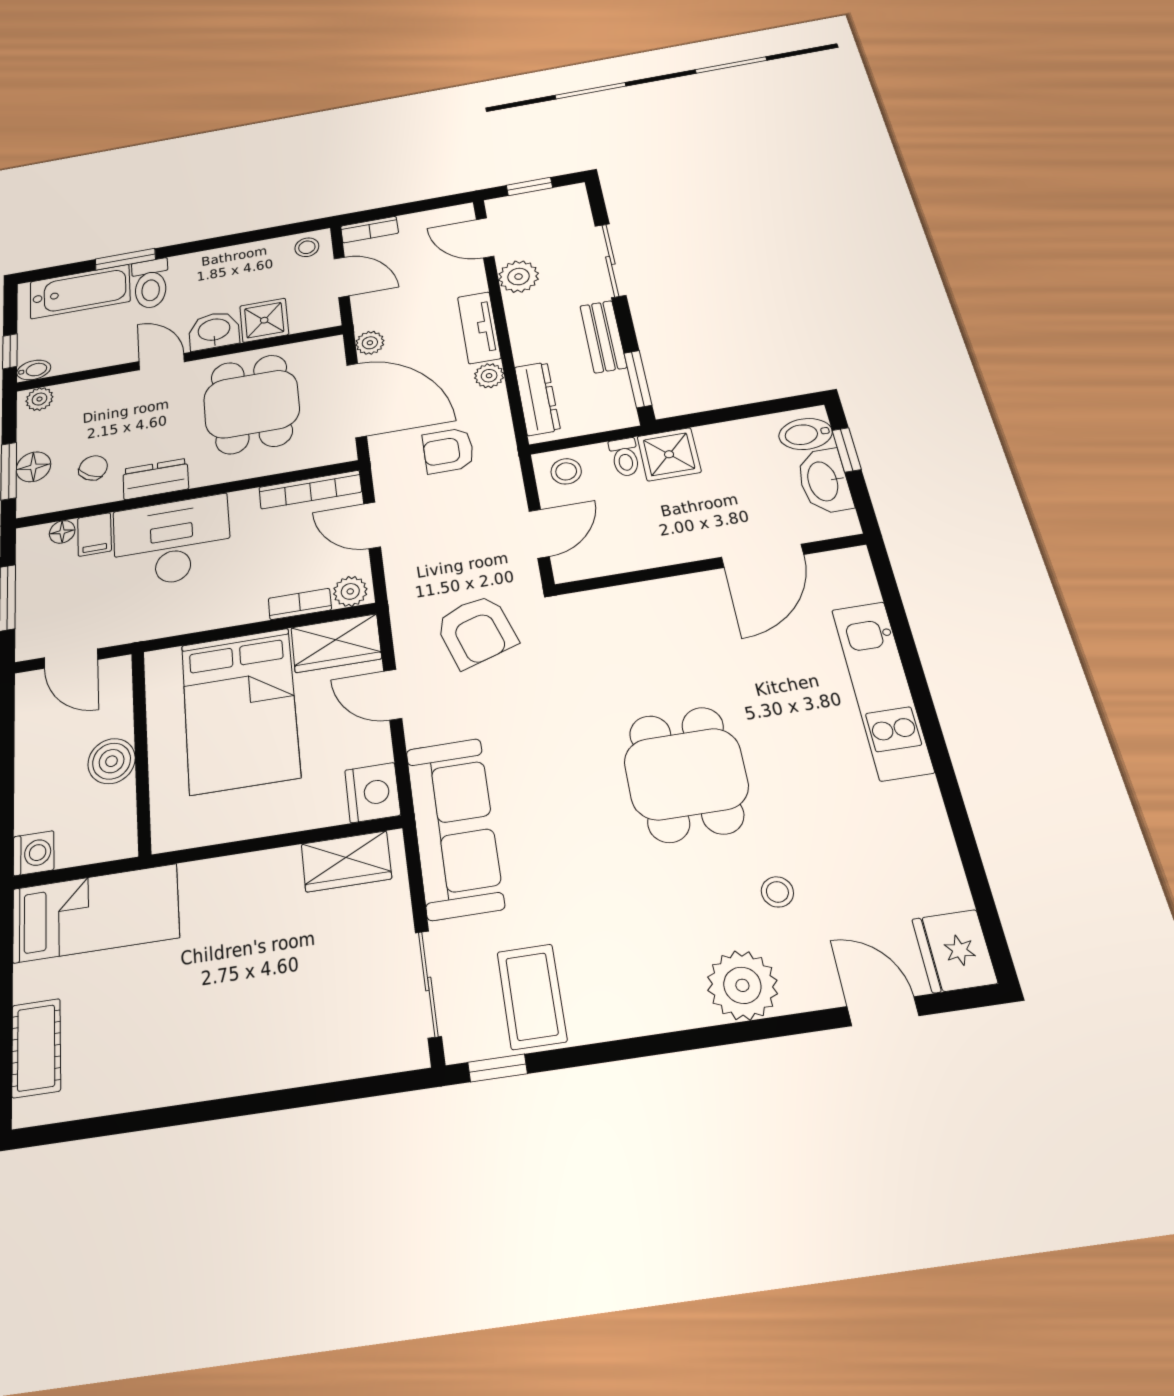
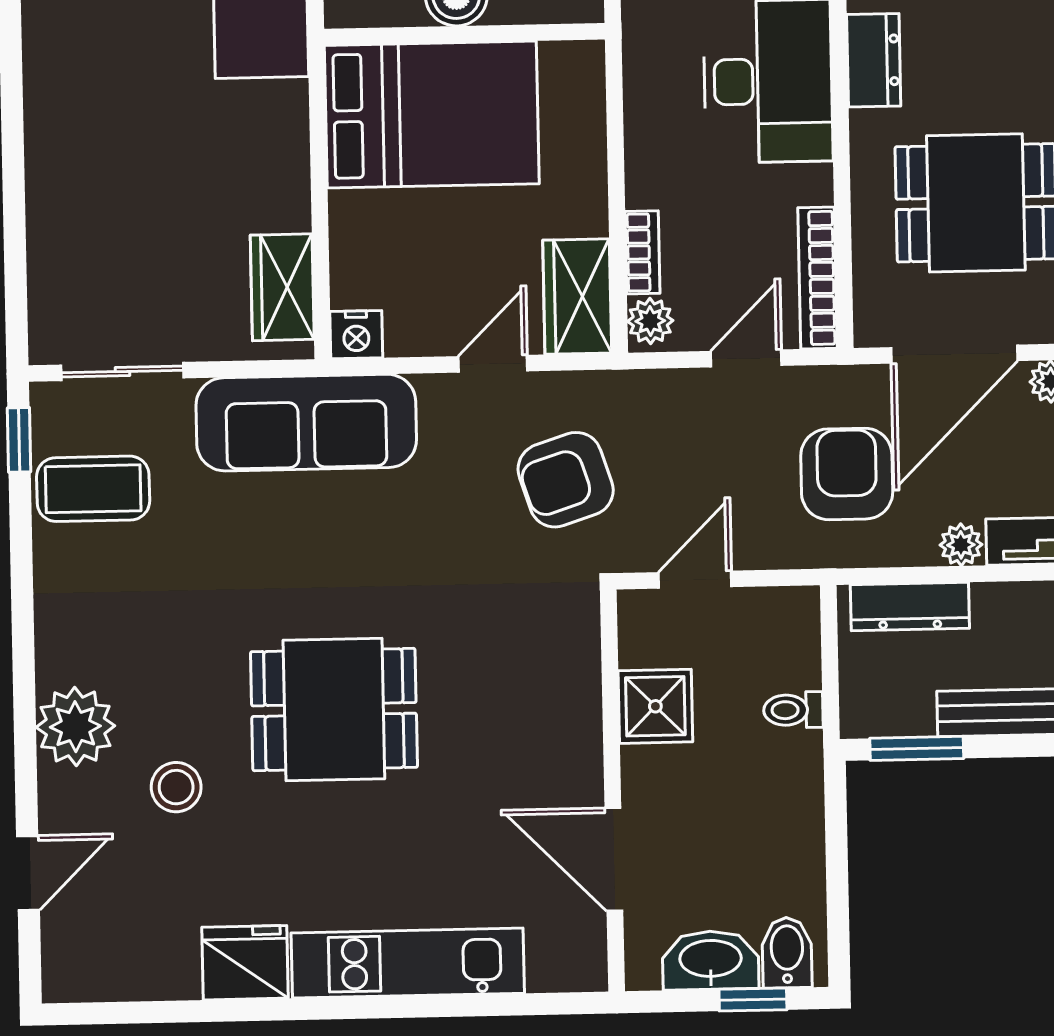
armchair: (448, 451) -> (847, 474), width x1.38, depth x1.38
shower: (669, 454) -> (655, 706), moved
stool: (566, 471) -> (785, 629), removed
door: (539, 534) -> (695, 580), swing flipped
bed: (240, 710) -> (432, 115), moved, turned 180
nightstand: (373, 793) -> (356, 335), width x0.74, depth x0.75
stool: (777, 892) -> (176, 787), width x1.37, depth x1.37
fridge: (954, 951) -> (245, 963), moved

